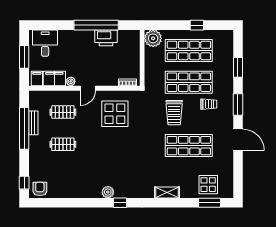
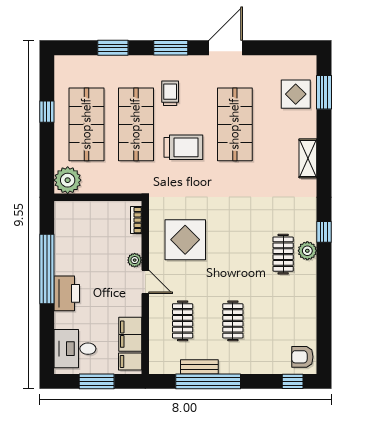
printer: (106, 38) -> (67, 293), moved
plant: (71, 81) -> (135, 260), moved
clothes rail: (106, 177) -> (283, 254), added

